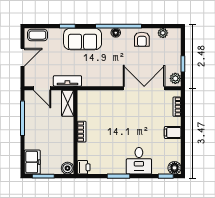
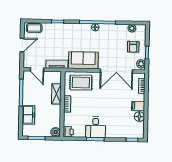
sofa: (83, 39) -> (83, 60), moved, turned 180
armchair: (142, 39) -> (133, 47), moved
double door: (144, 88) -> (116, 71), swing flipped
shelving: (68, 103) -> (56, 94), moved
rug: (99, 104) -> (81, 83), added
desk: (139, 161) -> (96, 127), moved
freezer: (32, 162) -> (28, 115), moved
floor lamp: (174, 168) -> (139, 117), moved

